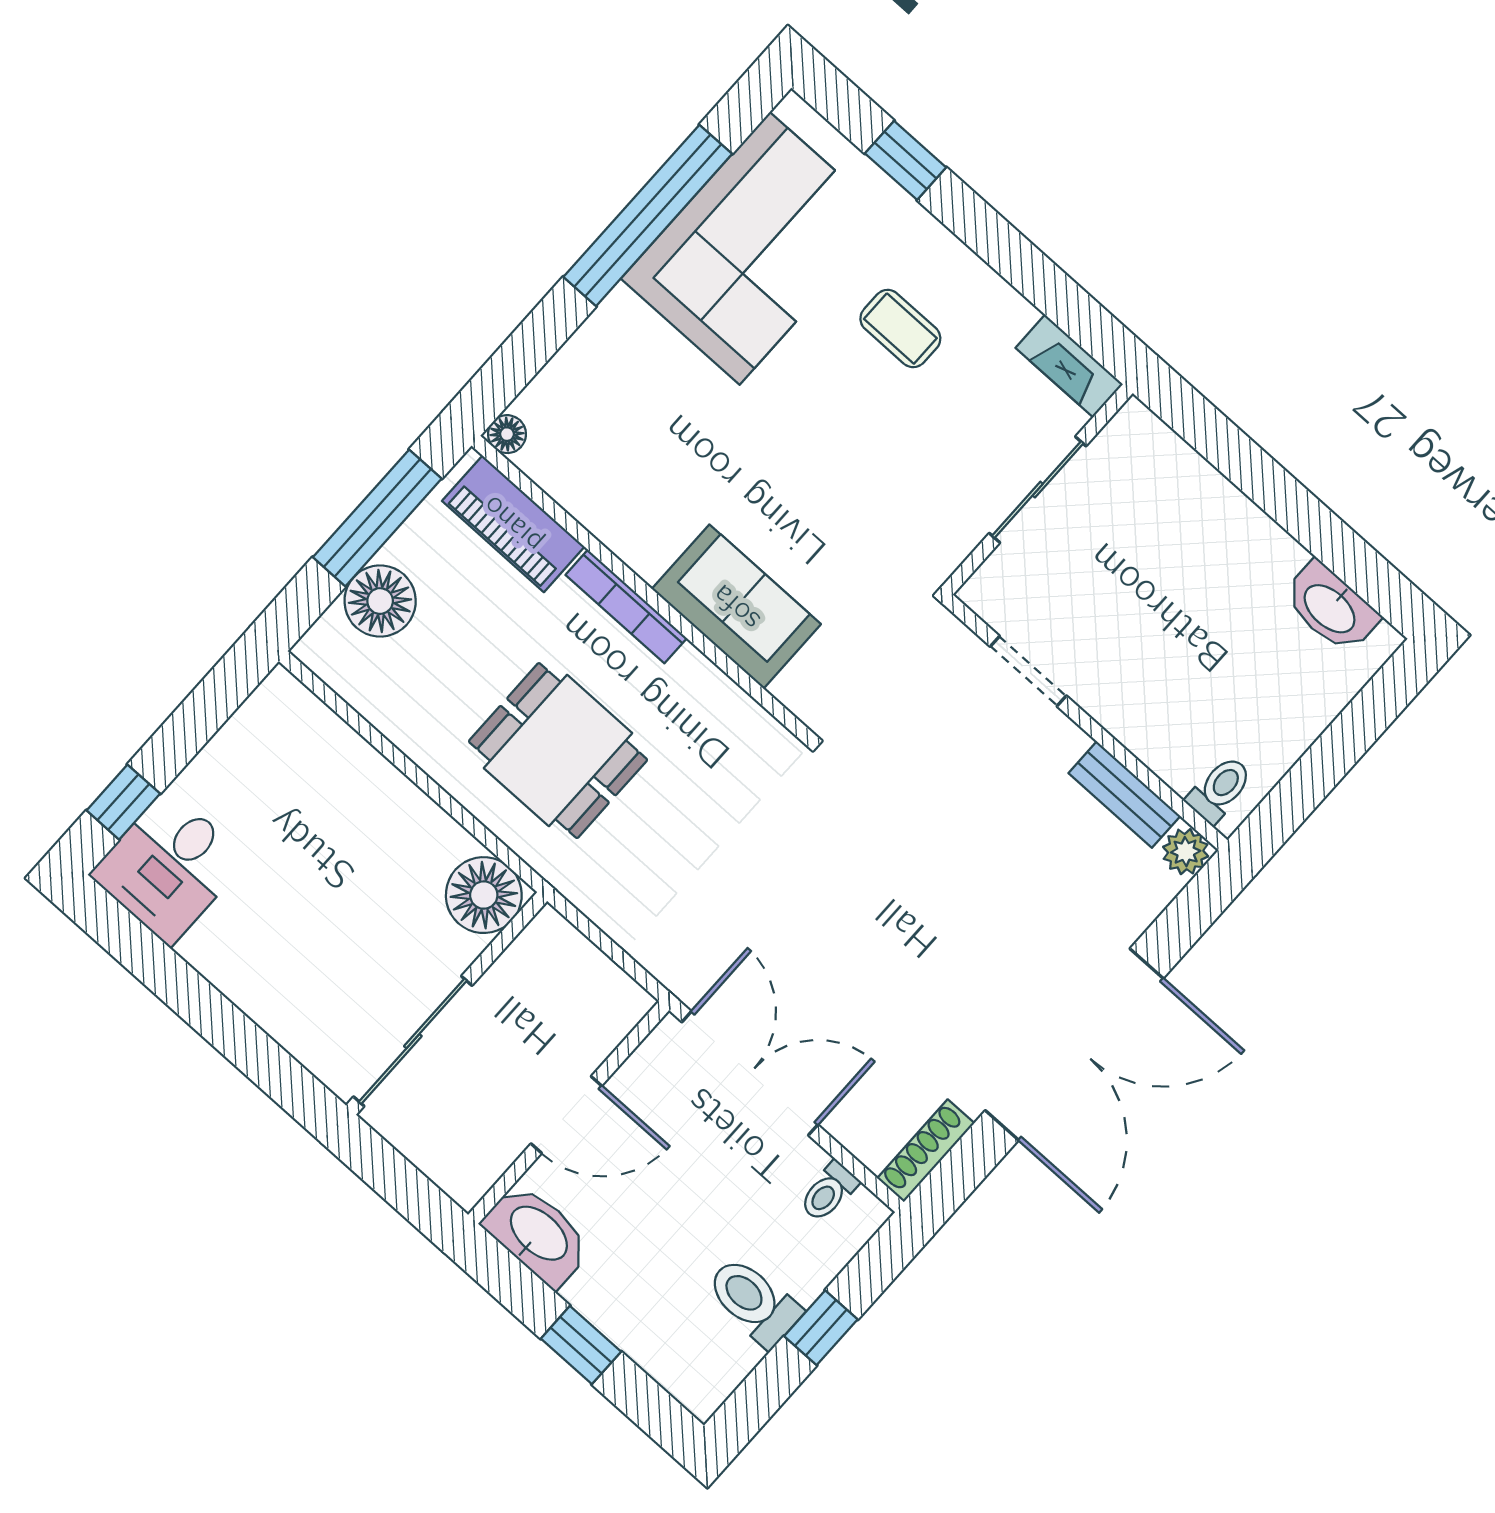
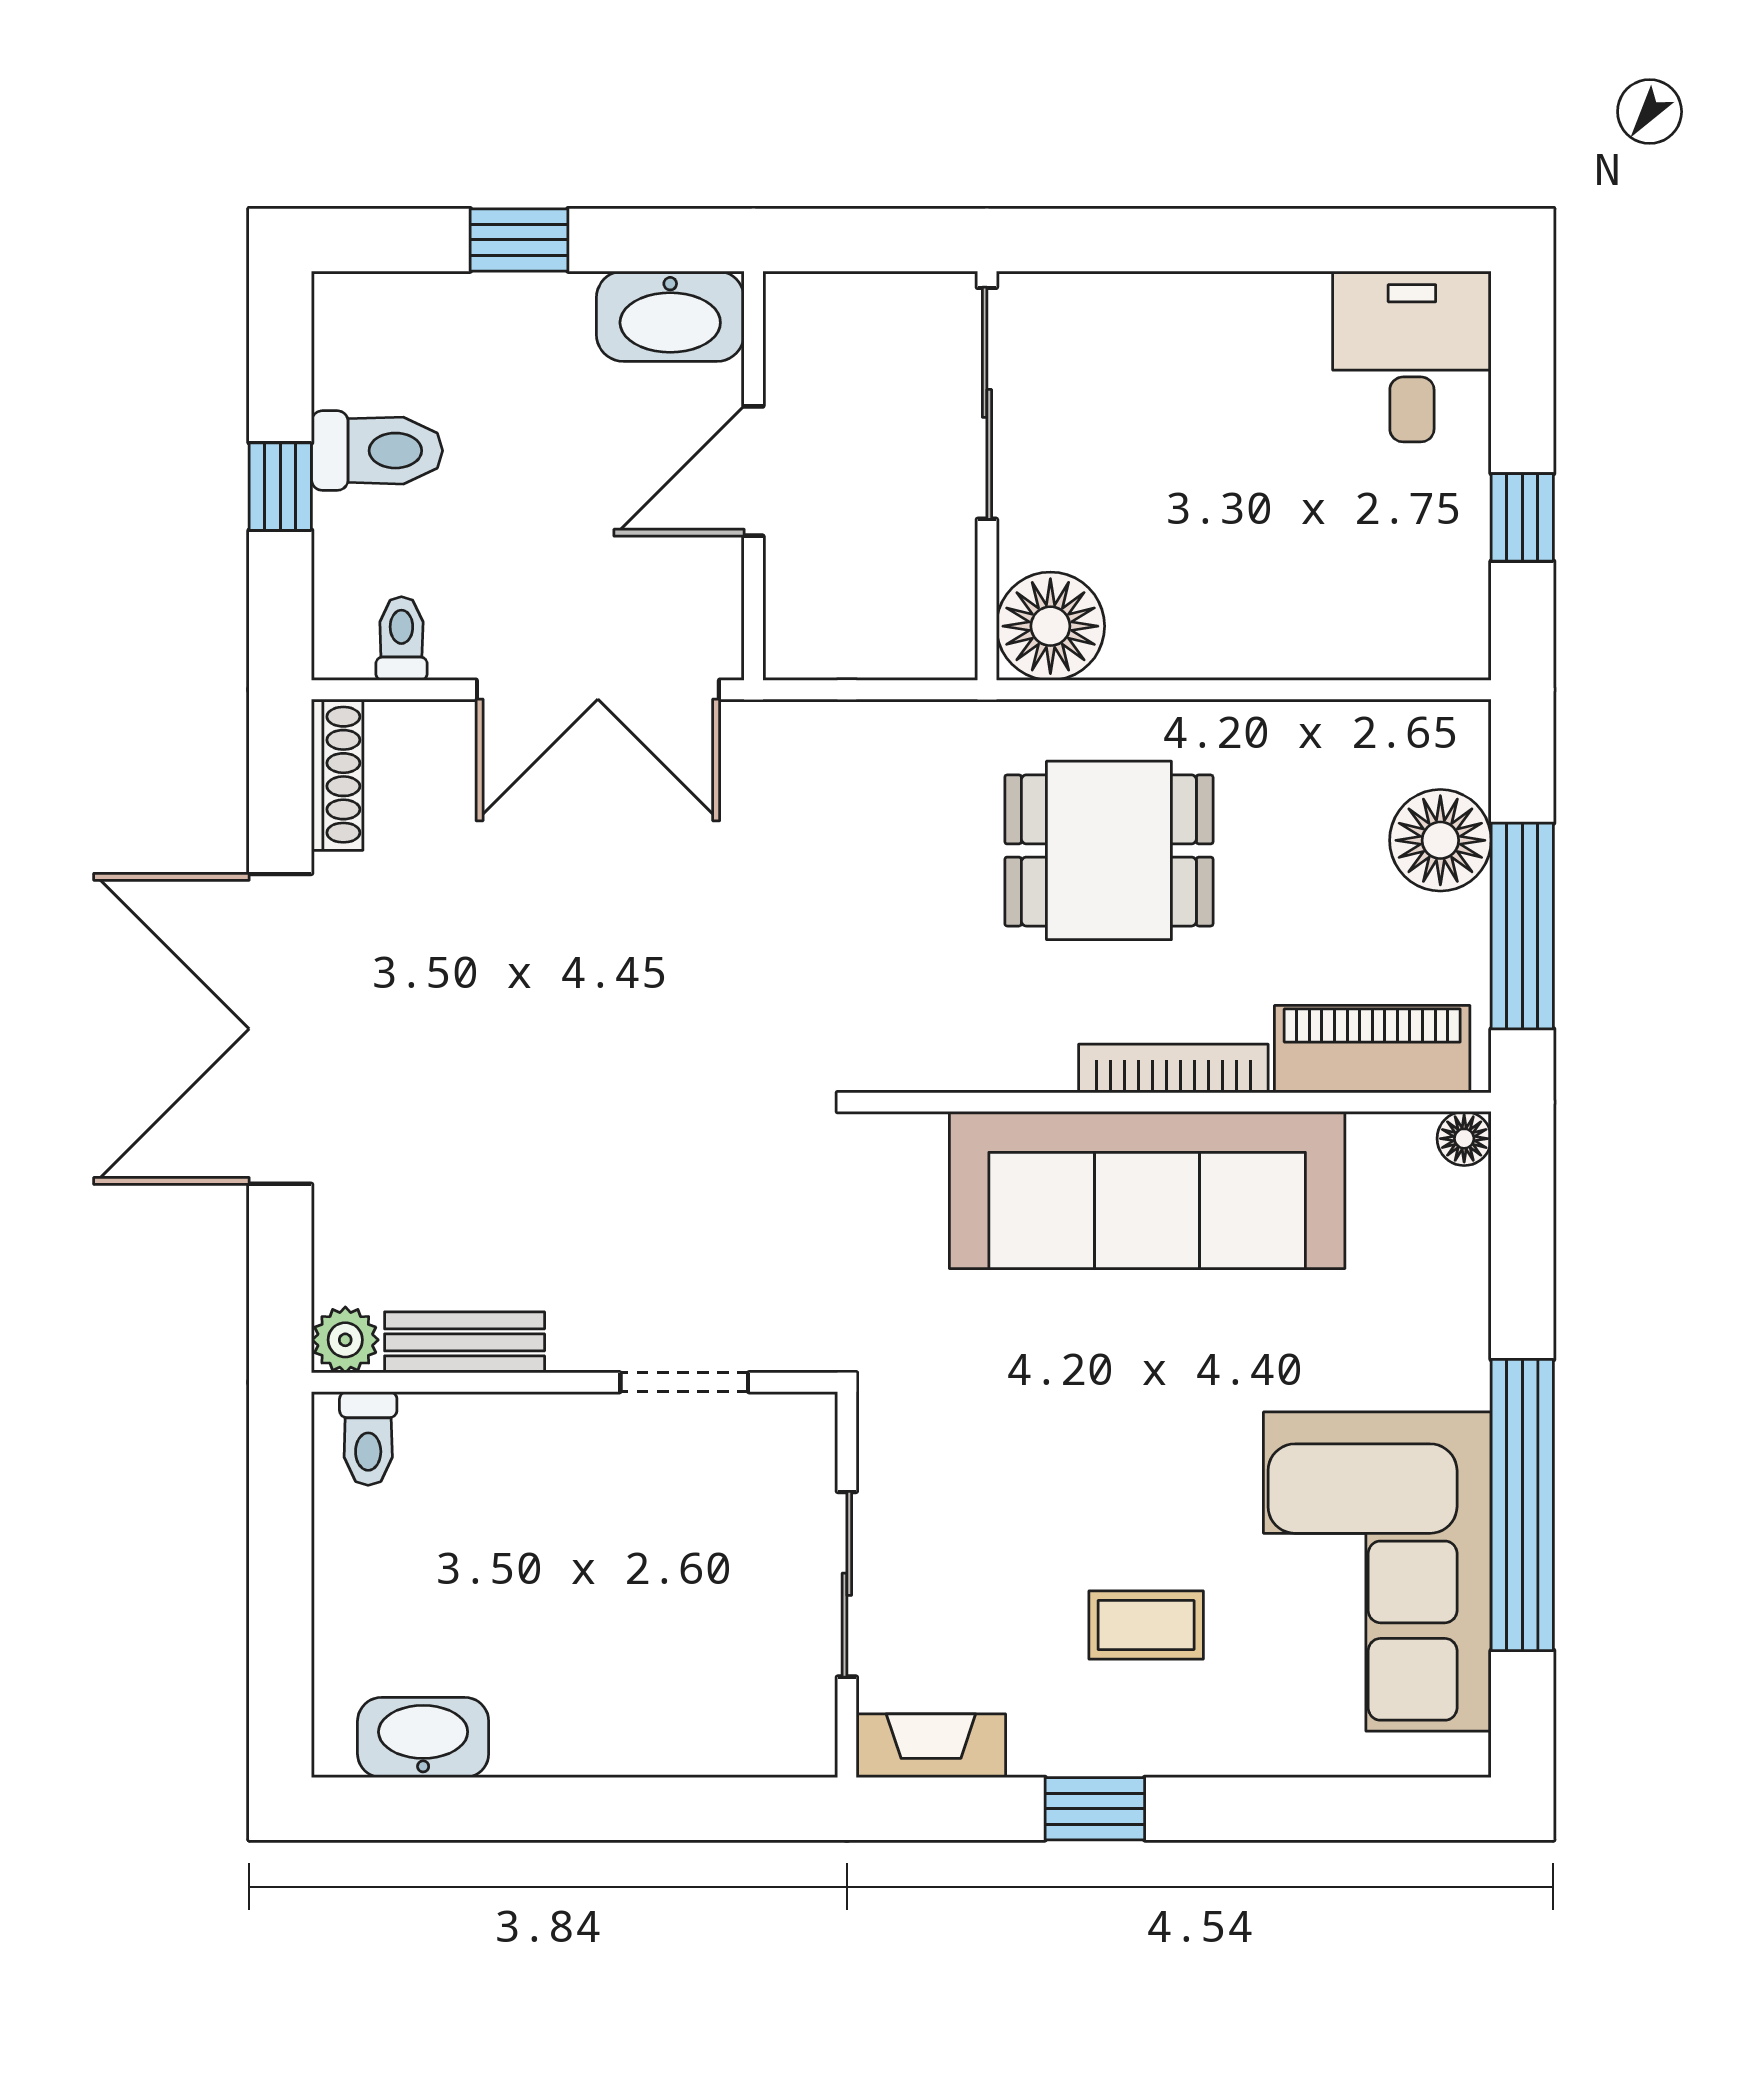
window: (906, 160) -> (1095, 1809), moved
sofa: (736, 607) -> (1147, 1190), width x1.85, depth x1.27
window: (123, 802) -> (1522, 517), moved

